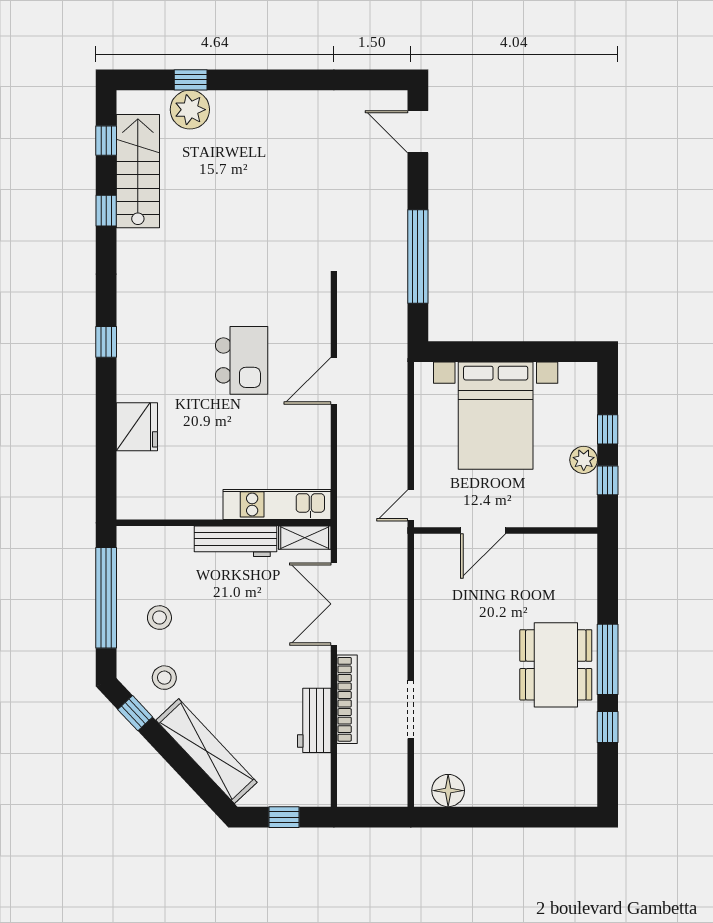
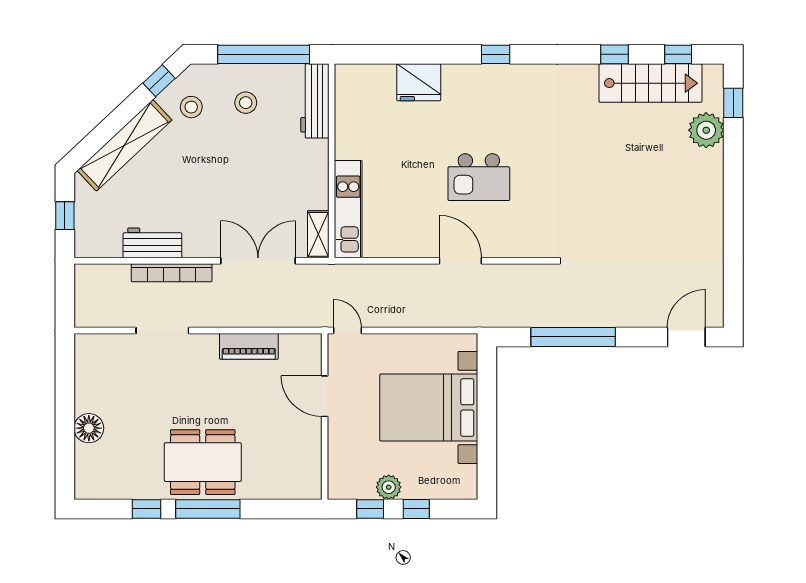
window: (191, 80) -> (733, 103), moved
workbench: (235, 541) -> (315, 101), moved
piano: (428, 614) -> (249, 346), added
floor lamp: (448, 791) -> (89, 428), moved

